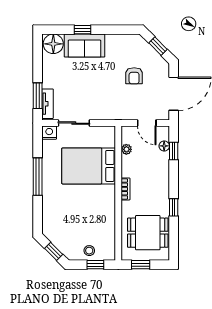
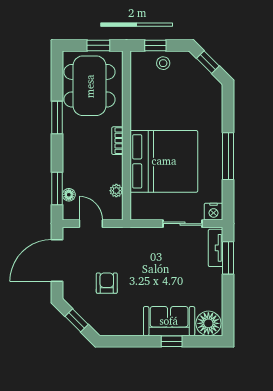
window: (174, 151) -> (57, 189), width x1.50
bed: (89, 166) -> (164, 161), width x1.36
window: (174, 207) -> (57, 117), width x1.50
dining table: (148, 233) -> (90, 86), width x1.38

